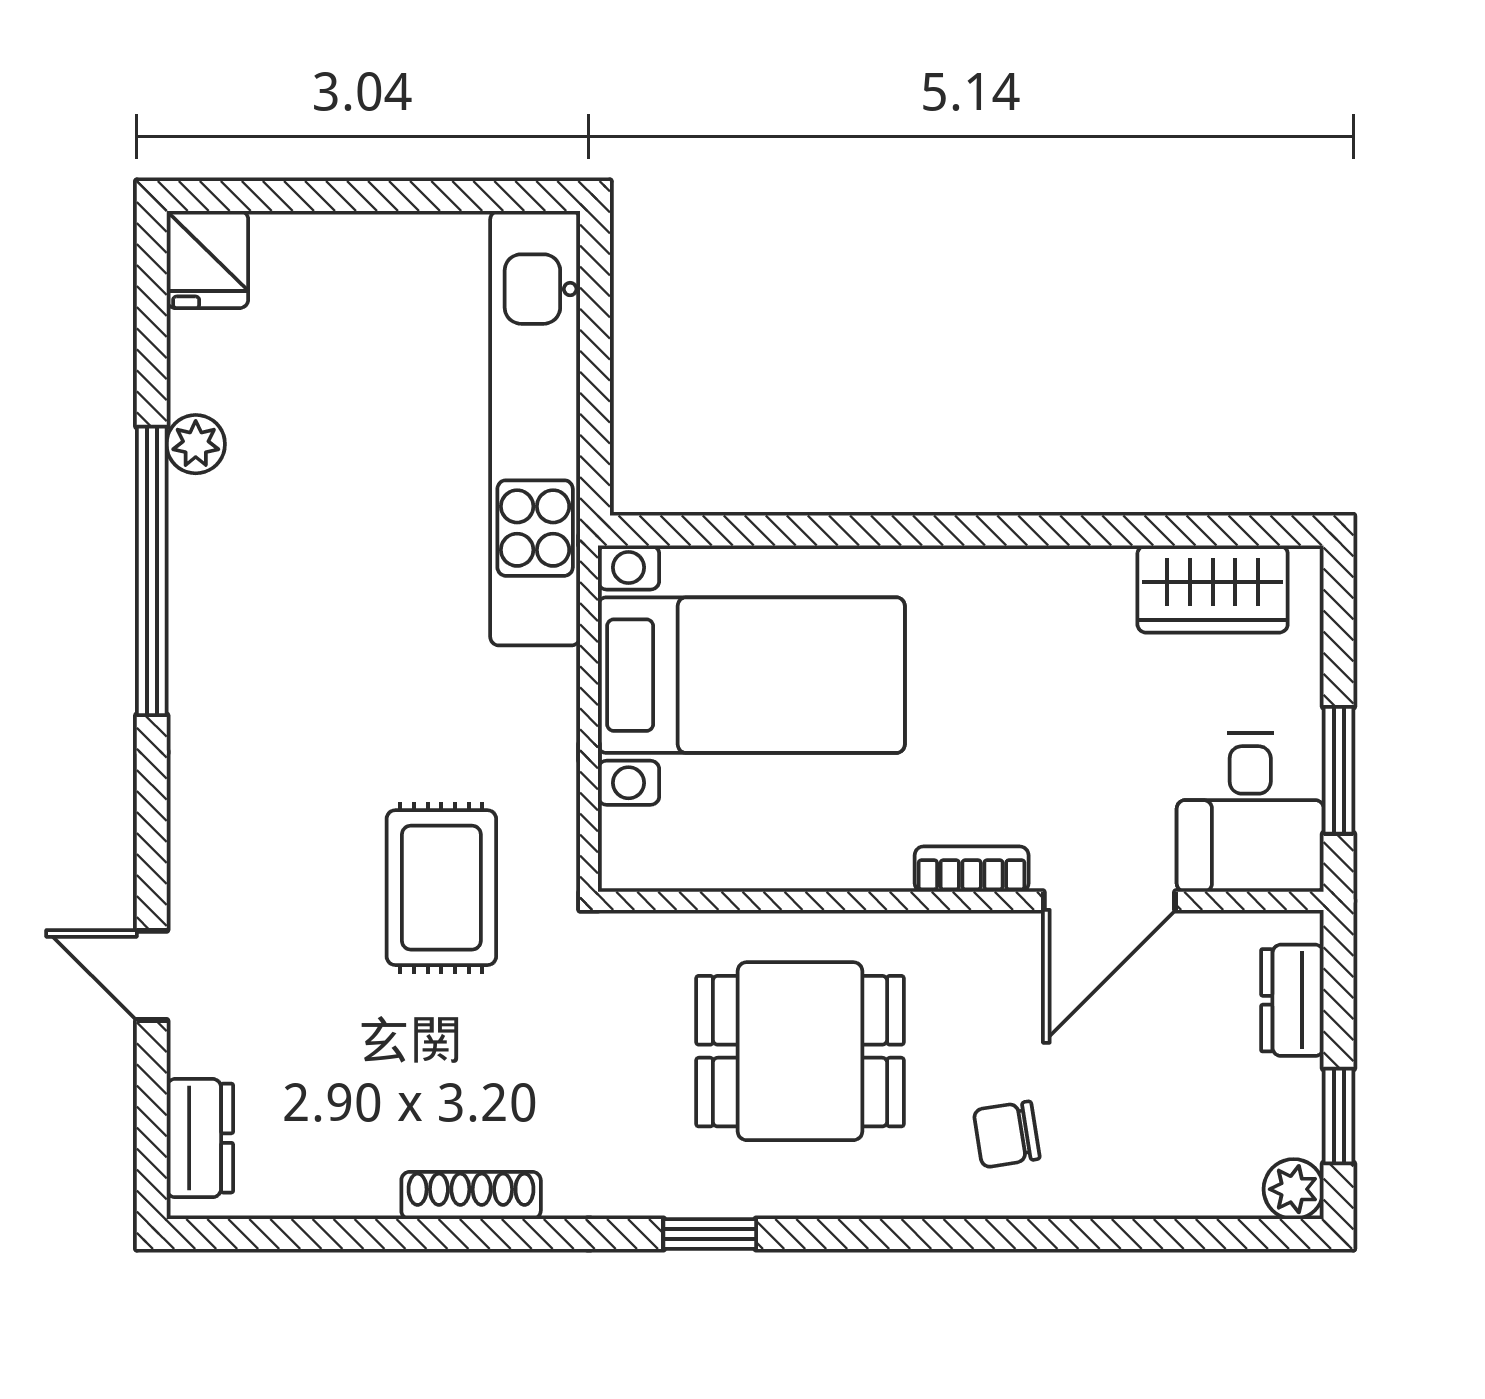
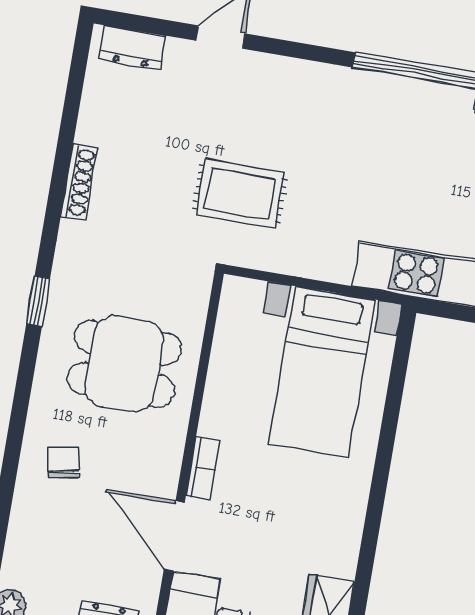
dining table: (800, 1051) -> (124, 364), turned 90

